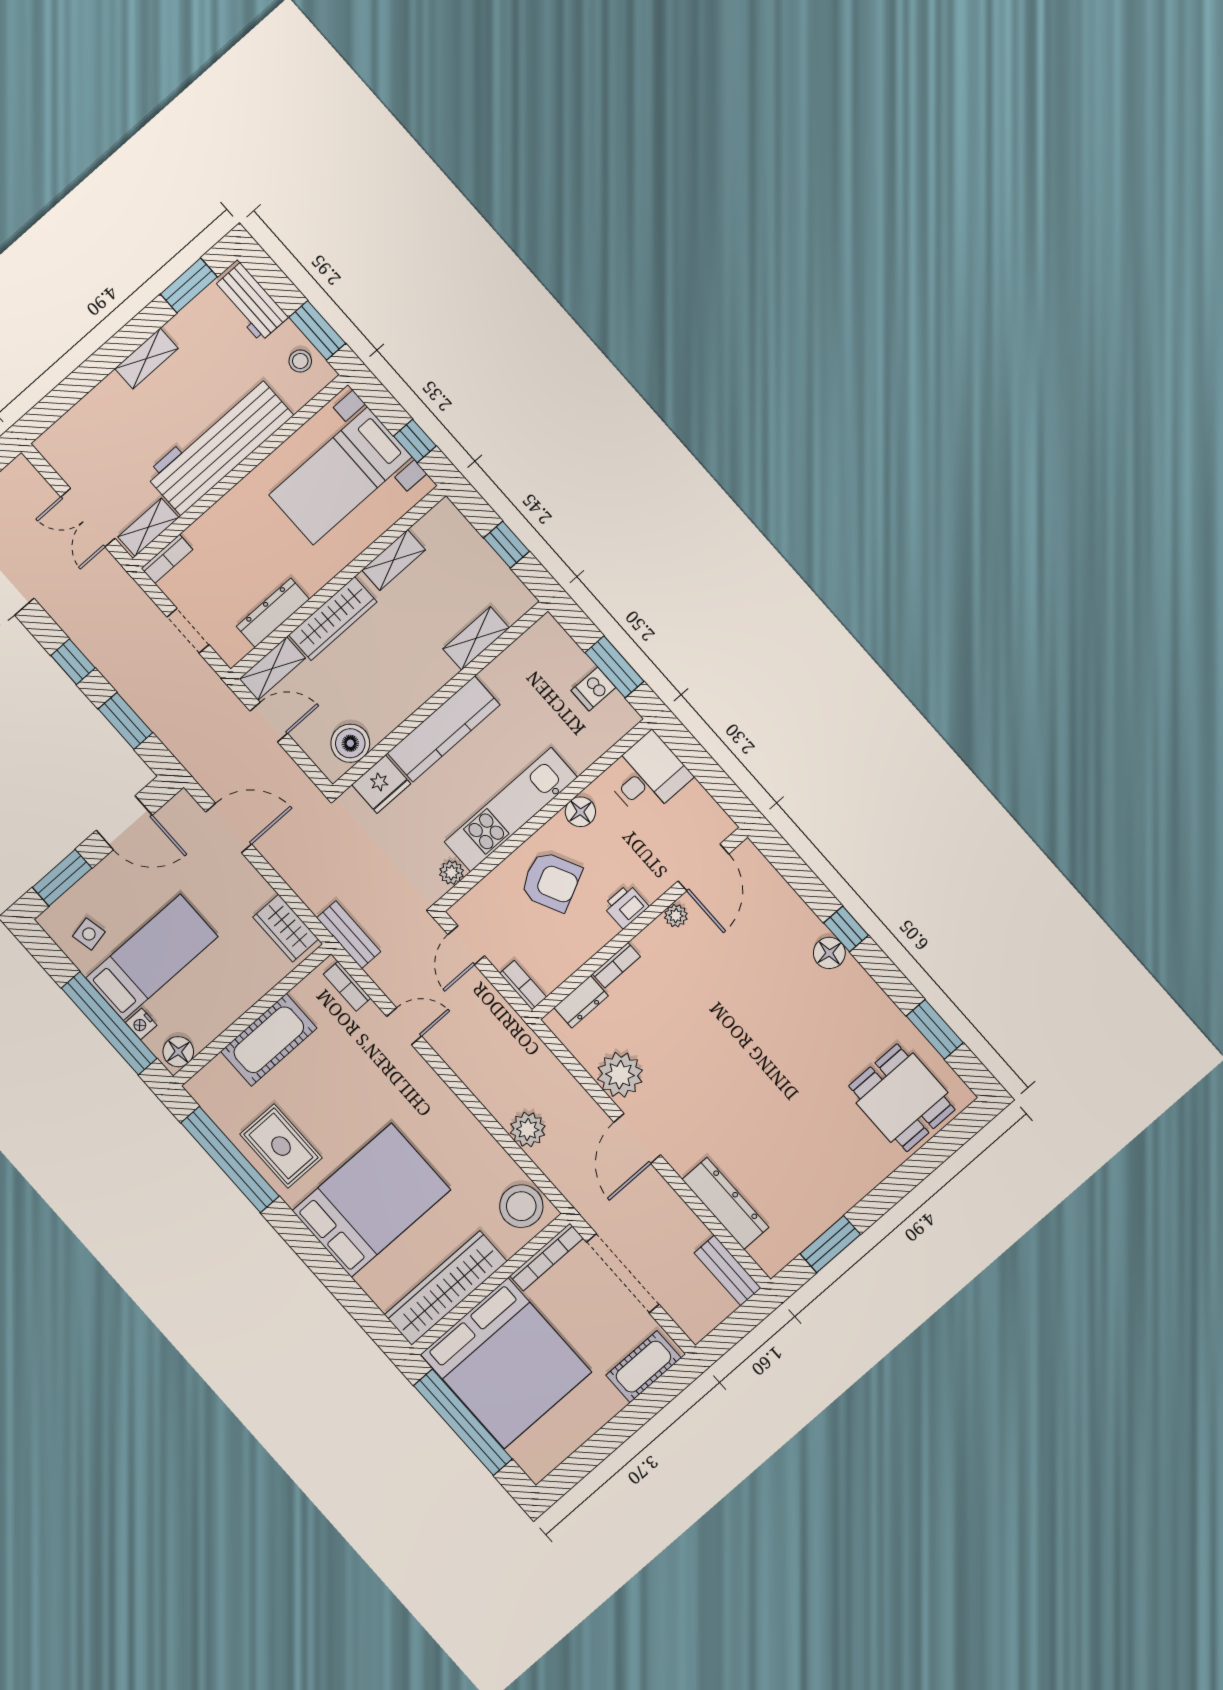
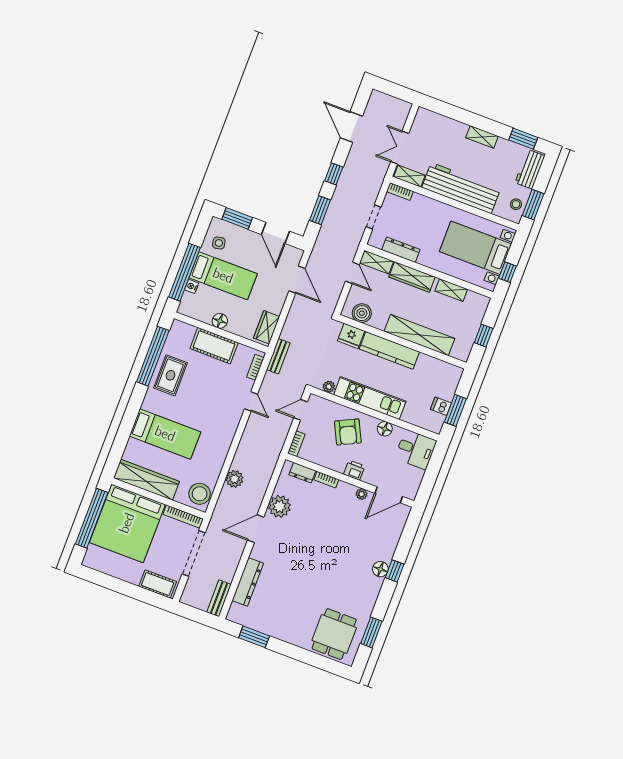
shelving: (476, 638) -> (419, 335), width x2.20, depth x1.33
floor lamp: (178, 1052) -> (220, 321), moved
bed: (371, 1200) -> (165, 434), width x0.67

